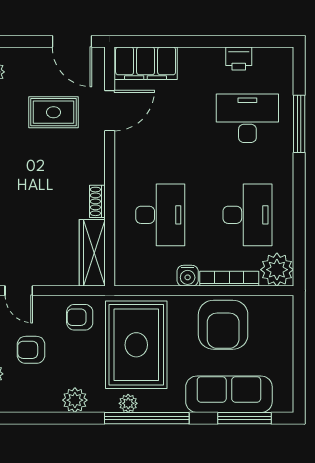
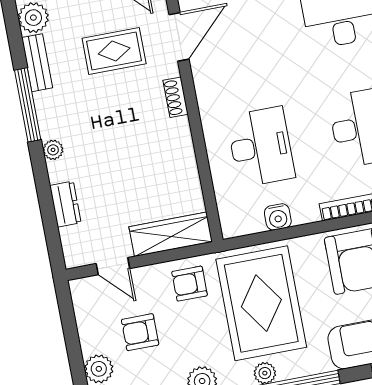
shoe rack: (97, 201) -> (176, 97), moved
wardrobe: (92, 253) -> (171, 234), moved, turned 90
water cooler: (188, 276) -> (278, 217), moved

